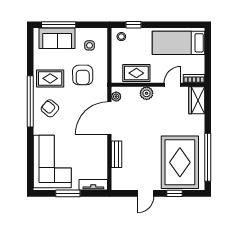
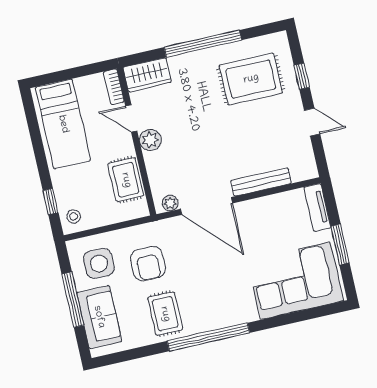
window: (59, 25) -> (73, 300), moved
side table: (90, 45) -> (99, 263), width x1.87, depth x1.87
armchair: (83, 75) -> (148, 264), turned 91
plant: (147, 93) -> (150, 140), moved
armchair: (50, 108) -> (212, 303), removed
bench: (116, 154) -> (261, 182), width x1.36
window: (208, 157) -> (203, 44), moved
rug: (180, 162) -> (251, 79), width x0.73, depth x0.69

